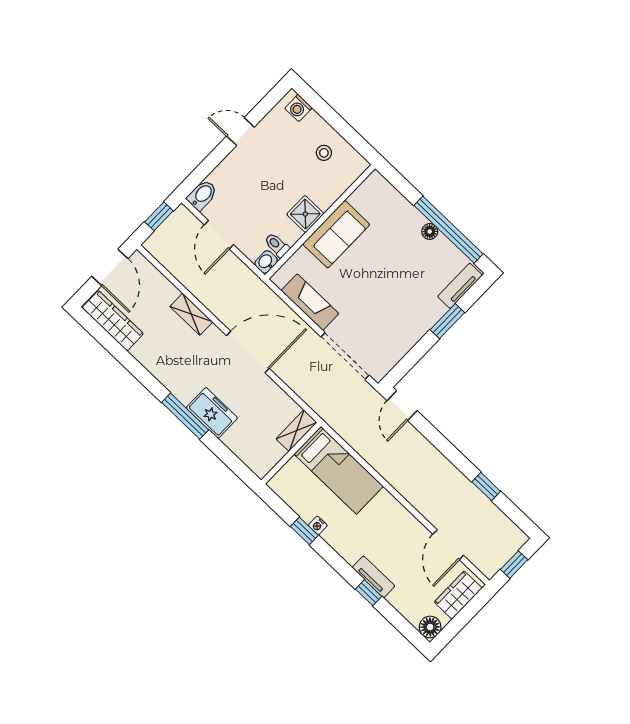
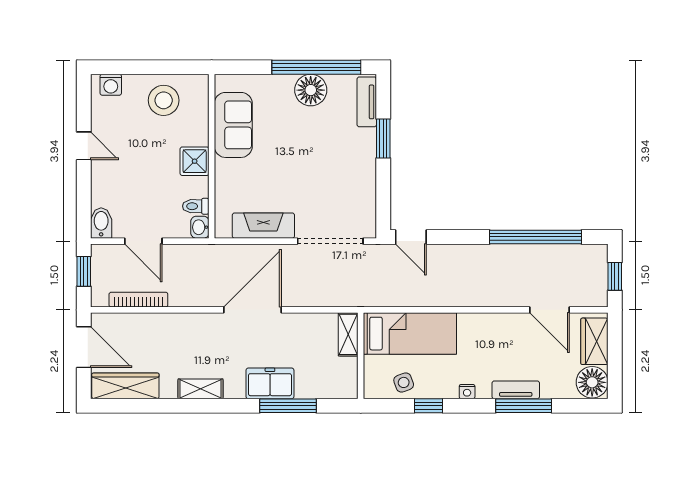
door: (240, 132) -> (84, 146), swing flipped
stool: (324, 153) -> (164, 100), width x1.89, depth x1.89
floor lamp: (430, 232) -> (311, 90), width x1.89, depth x1.89
sofa: (336, 234) -> (233, 125), moved
bookcase: (178, 271) -> (138, 300), added
shelving: (191, 314) -> (201, 389), moved
window: (185, 416) -> (288, 406), moved
window: (486, 487) -> (536, 237), width x3.17
side table: (303, 499) -> (404, 382), added
nightstand: (318, 525) -> (467, 392), moved
window: (369, 593) -> (524, 406), width x2.17
floor lamp: (430, 627) -> (592, 382), width x1.38, depth x1.38

